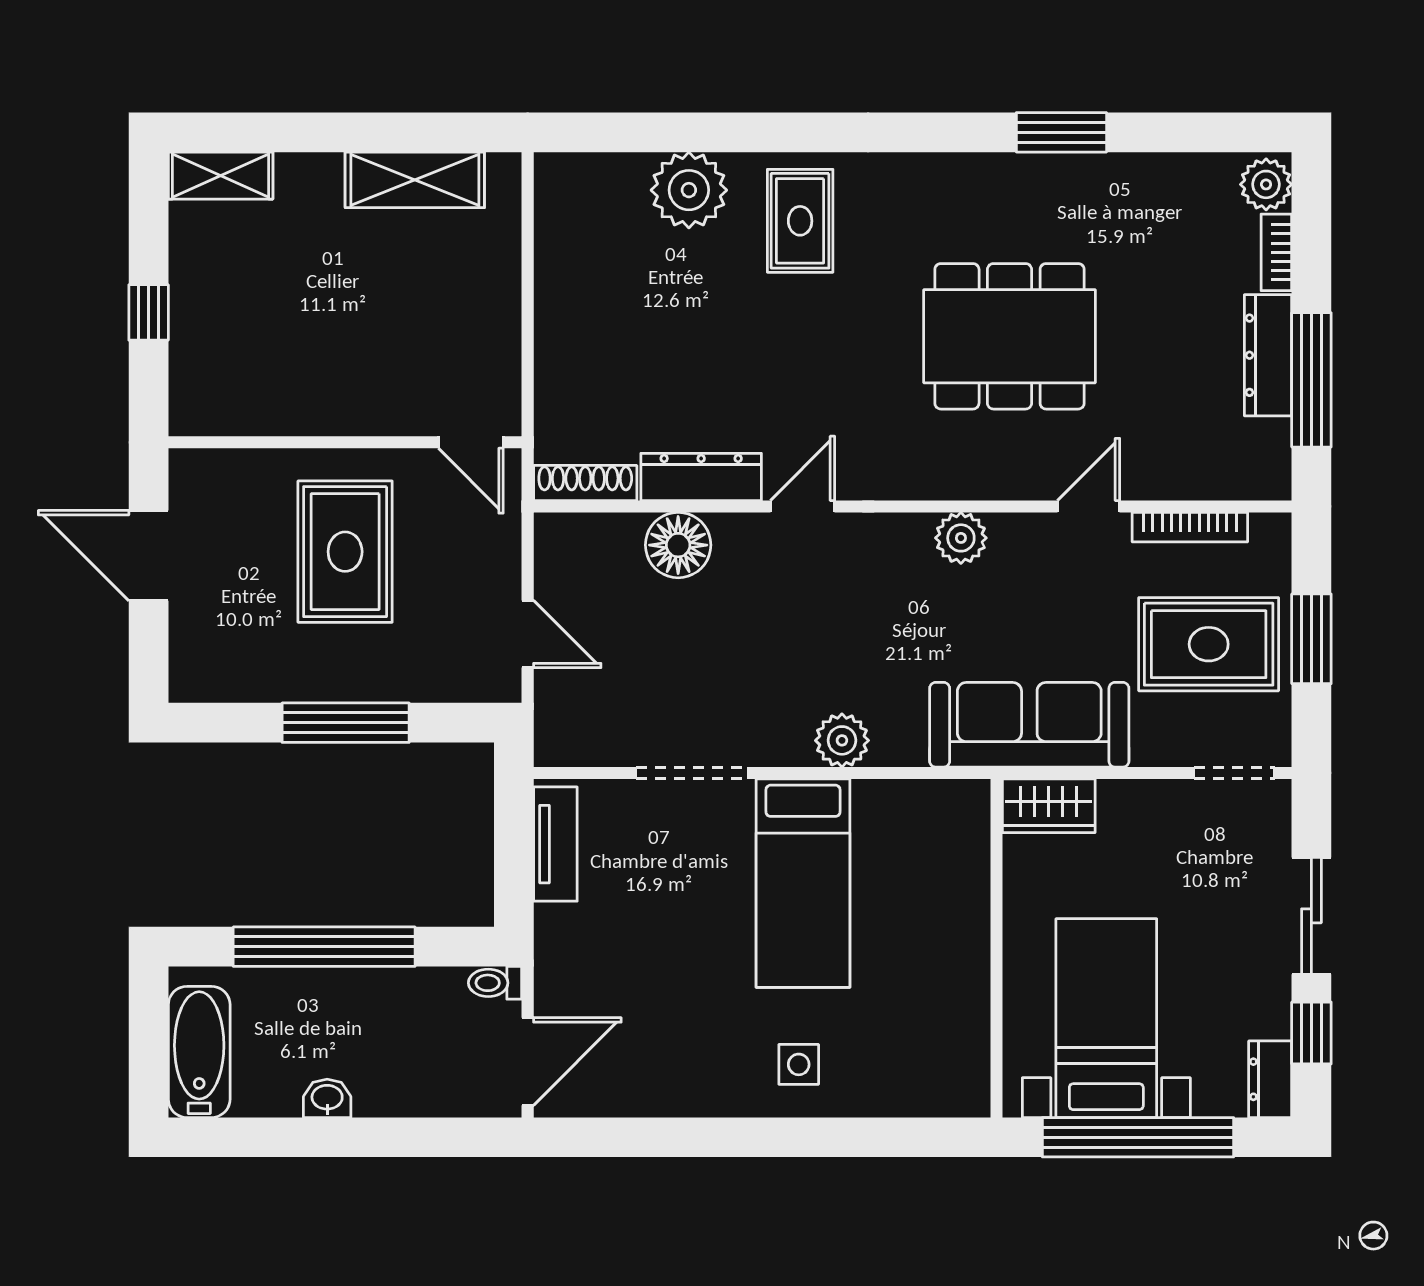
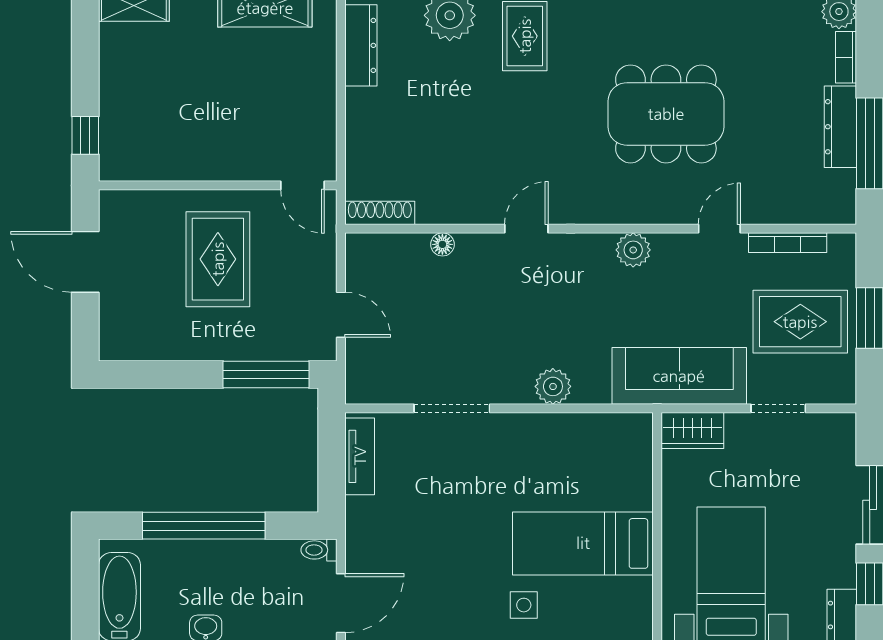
window: (149, 312) -> (85, 135), moved
dresser: (701, 477) -> (361, 45), moved, turned 90
floor lamp: (678, 545) -> (442, 244), width x0.53, depth x0.53
window: (346, 723) -> (266, 375), moved
doorway: (1234, 773) -> (778, 408), moved
bed: (803, 883) -> (583, 543), moved, turned 90

